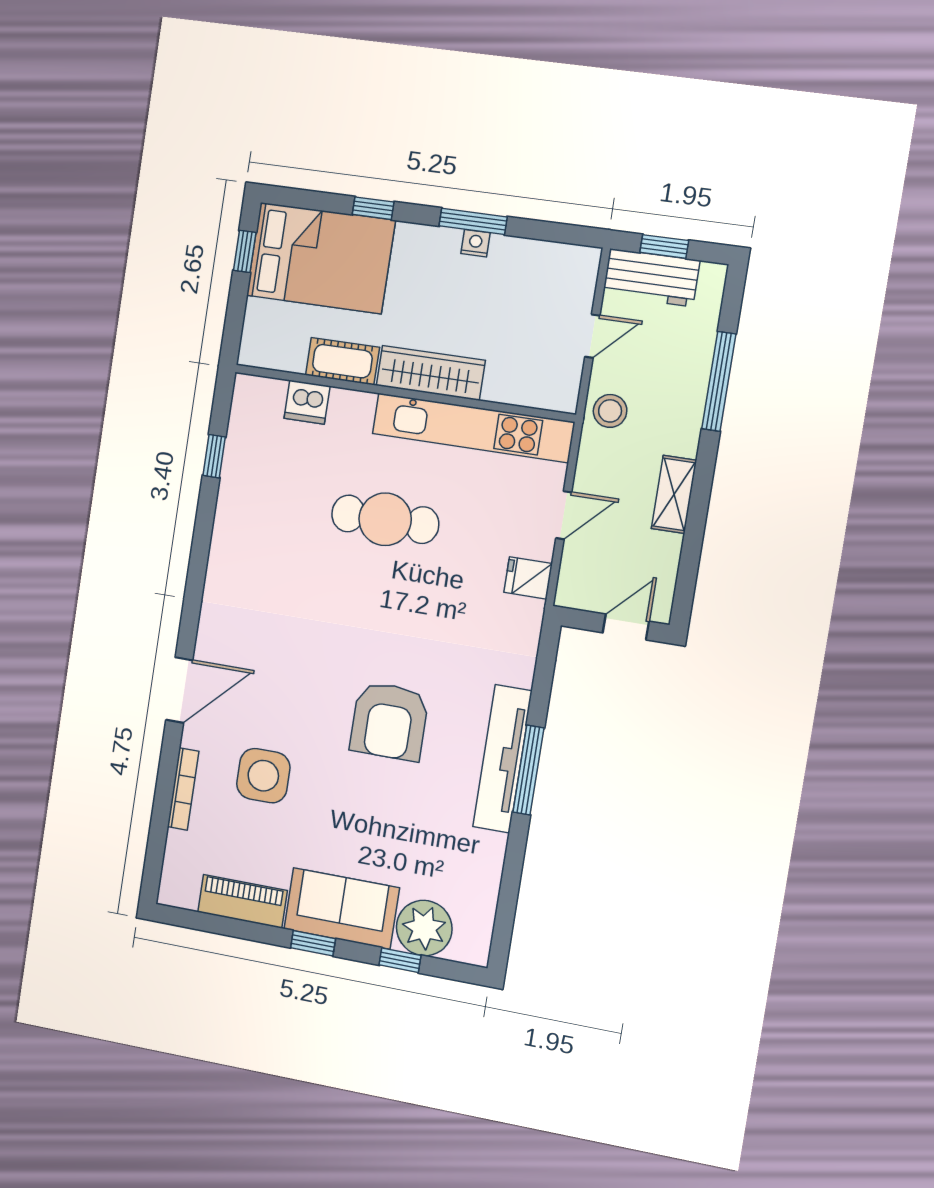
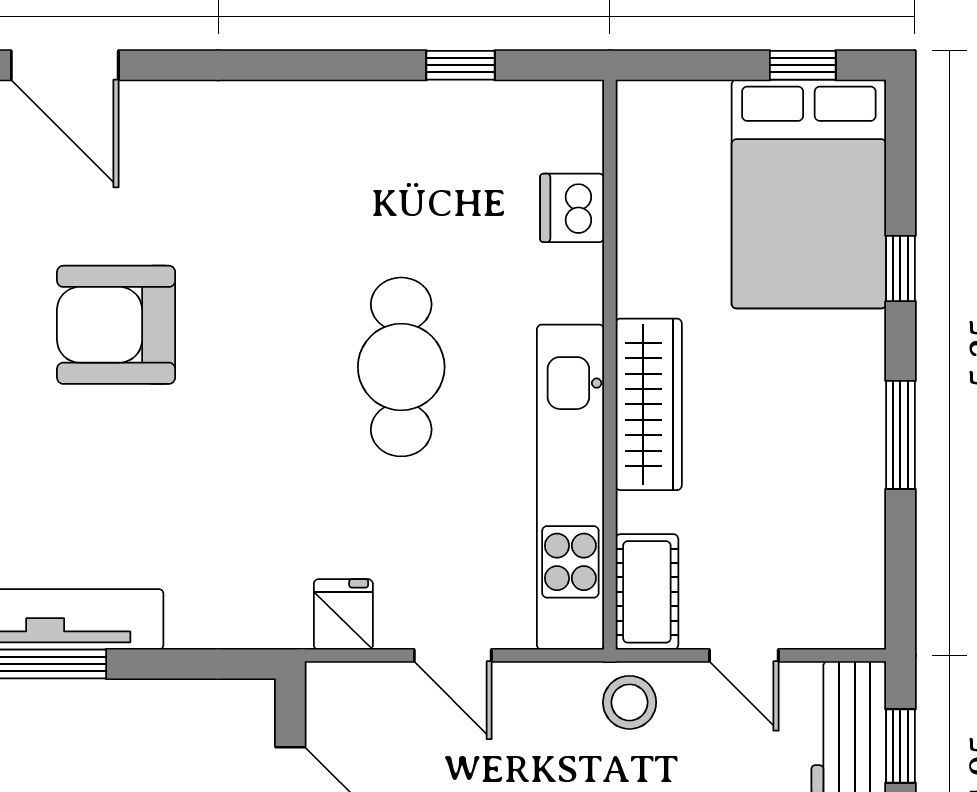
nightstand: (475, 243) -> (866, 444), removed
cot: (342, 361) -> (647, 592), moved
armchair: (389, 721) -> (116, 325), moved

